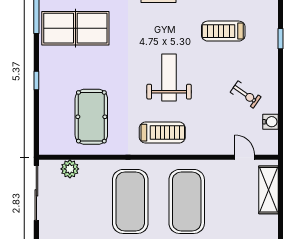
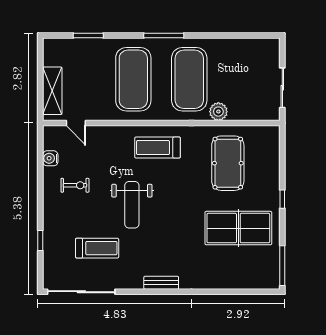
table tennis table: (75, 28) -> (238, 228), moved
weight bench: (169, 78) -> (132, 205), moved
exercise bike: (246, 94) -> (75, 185), turned 145
plant: (70, 169) -> (218, 112), moved
sliding door: (36, 193) -> (282, 88), width x0.73

